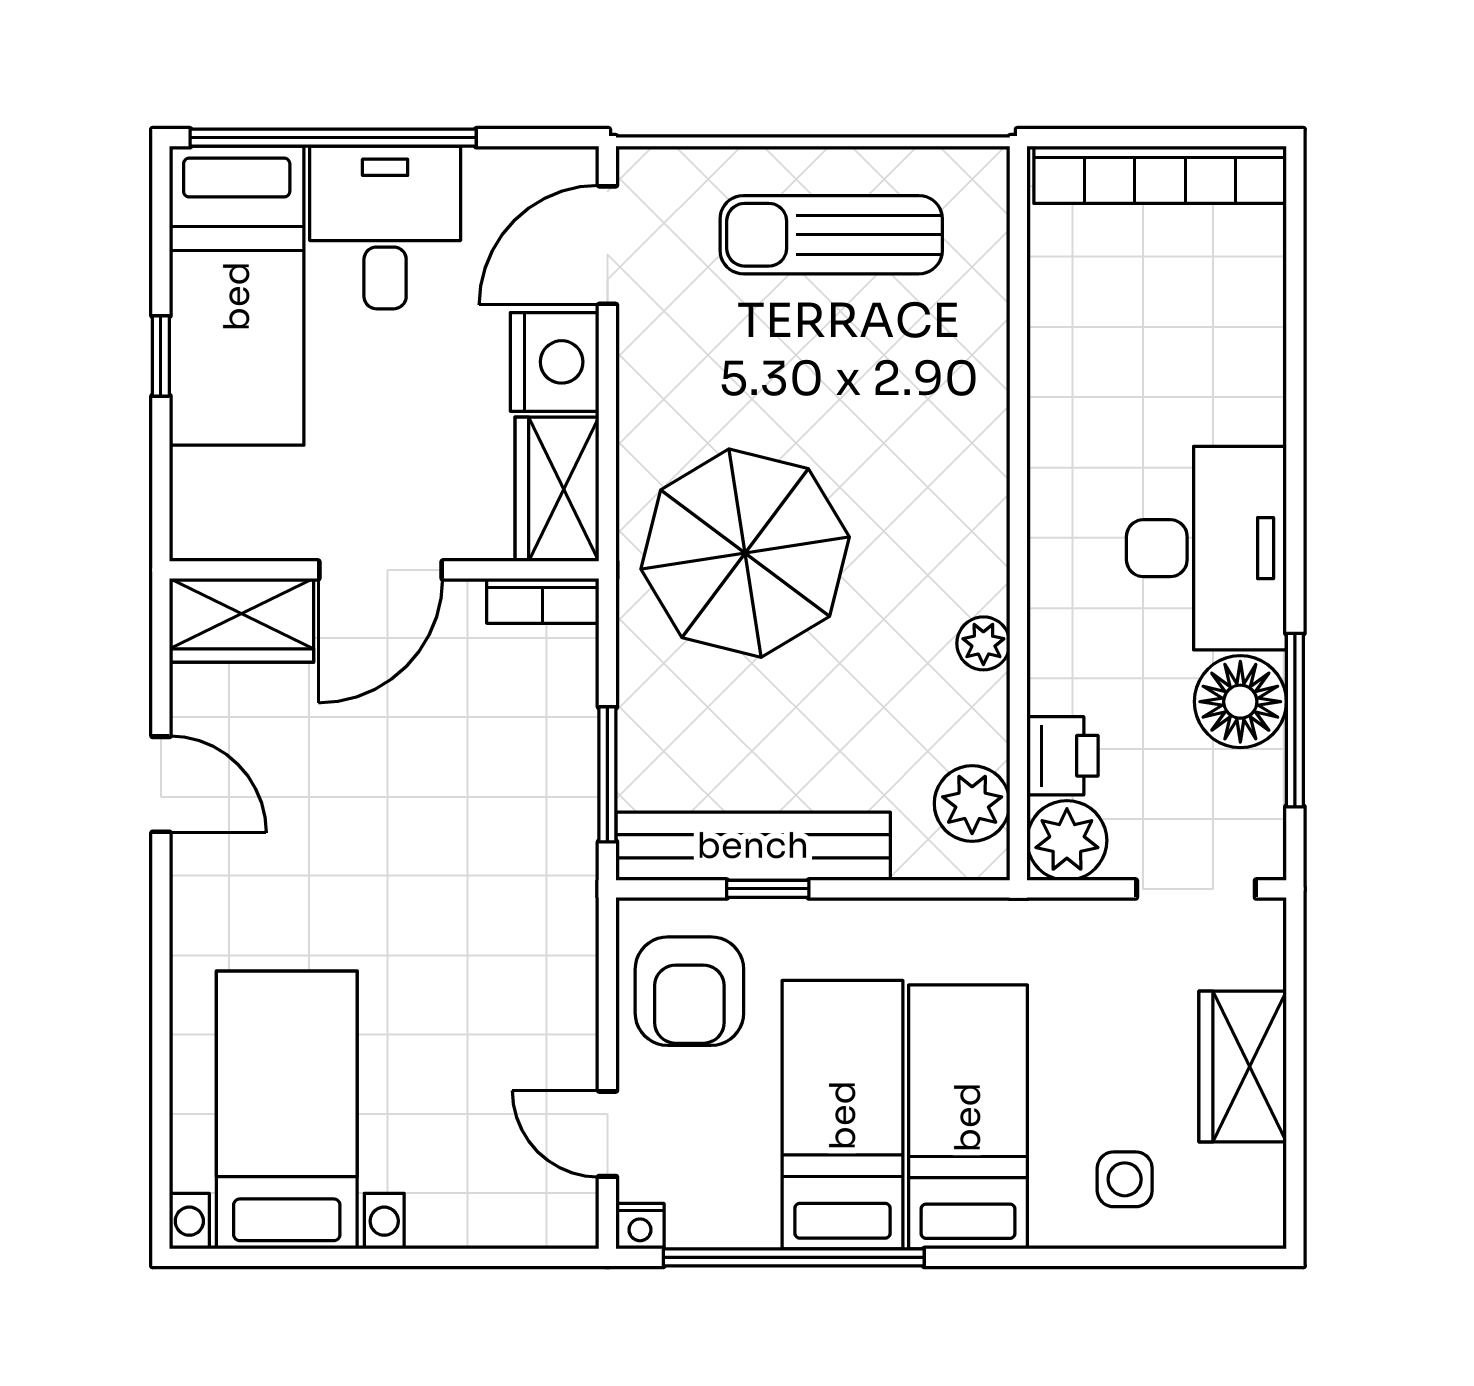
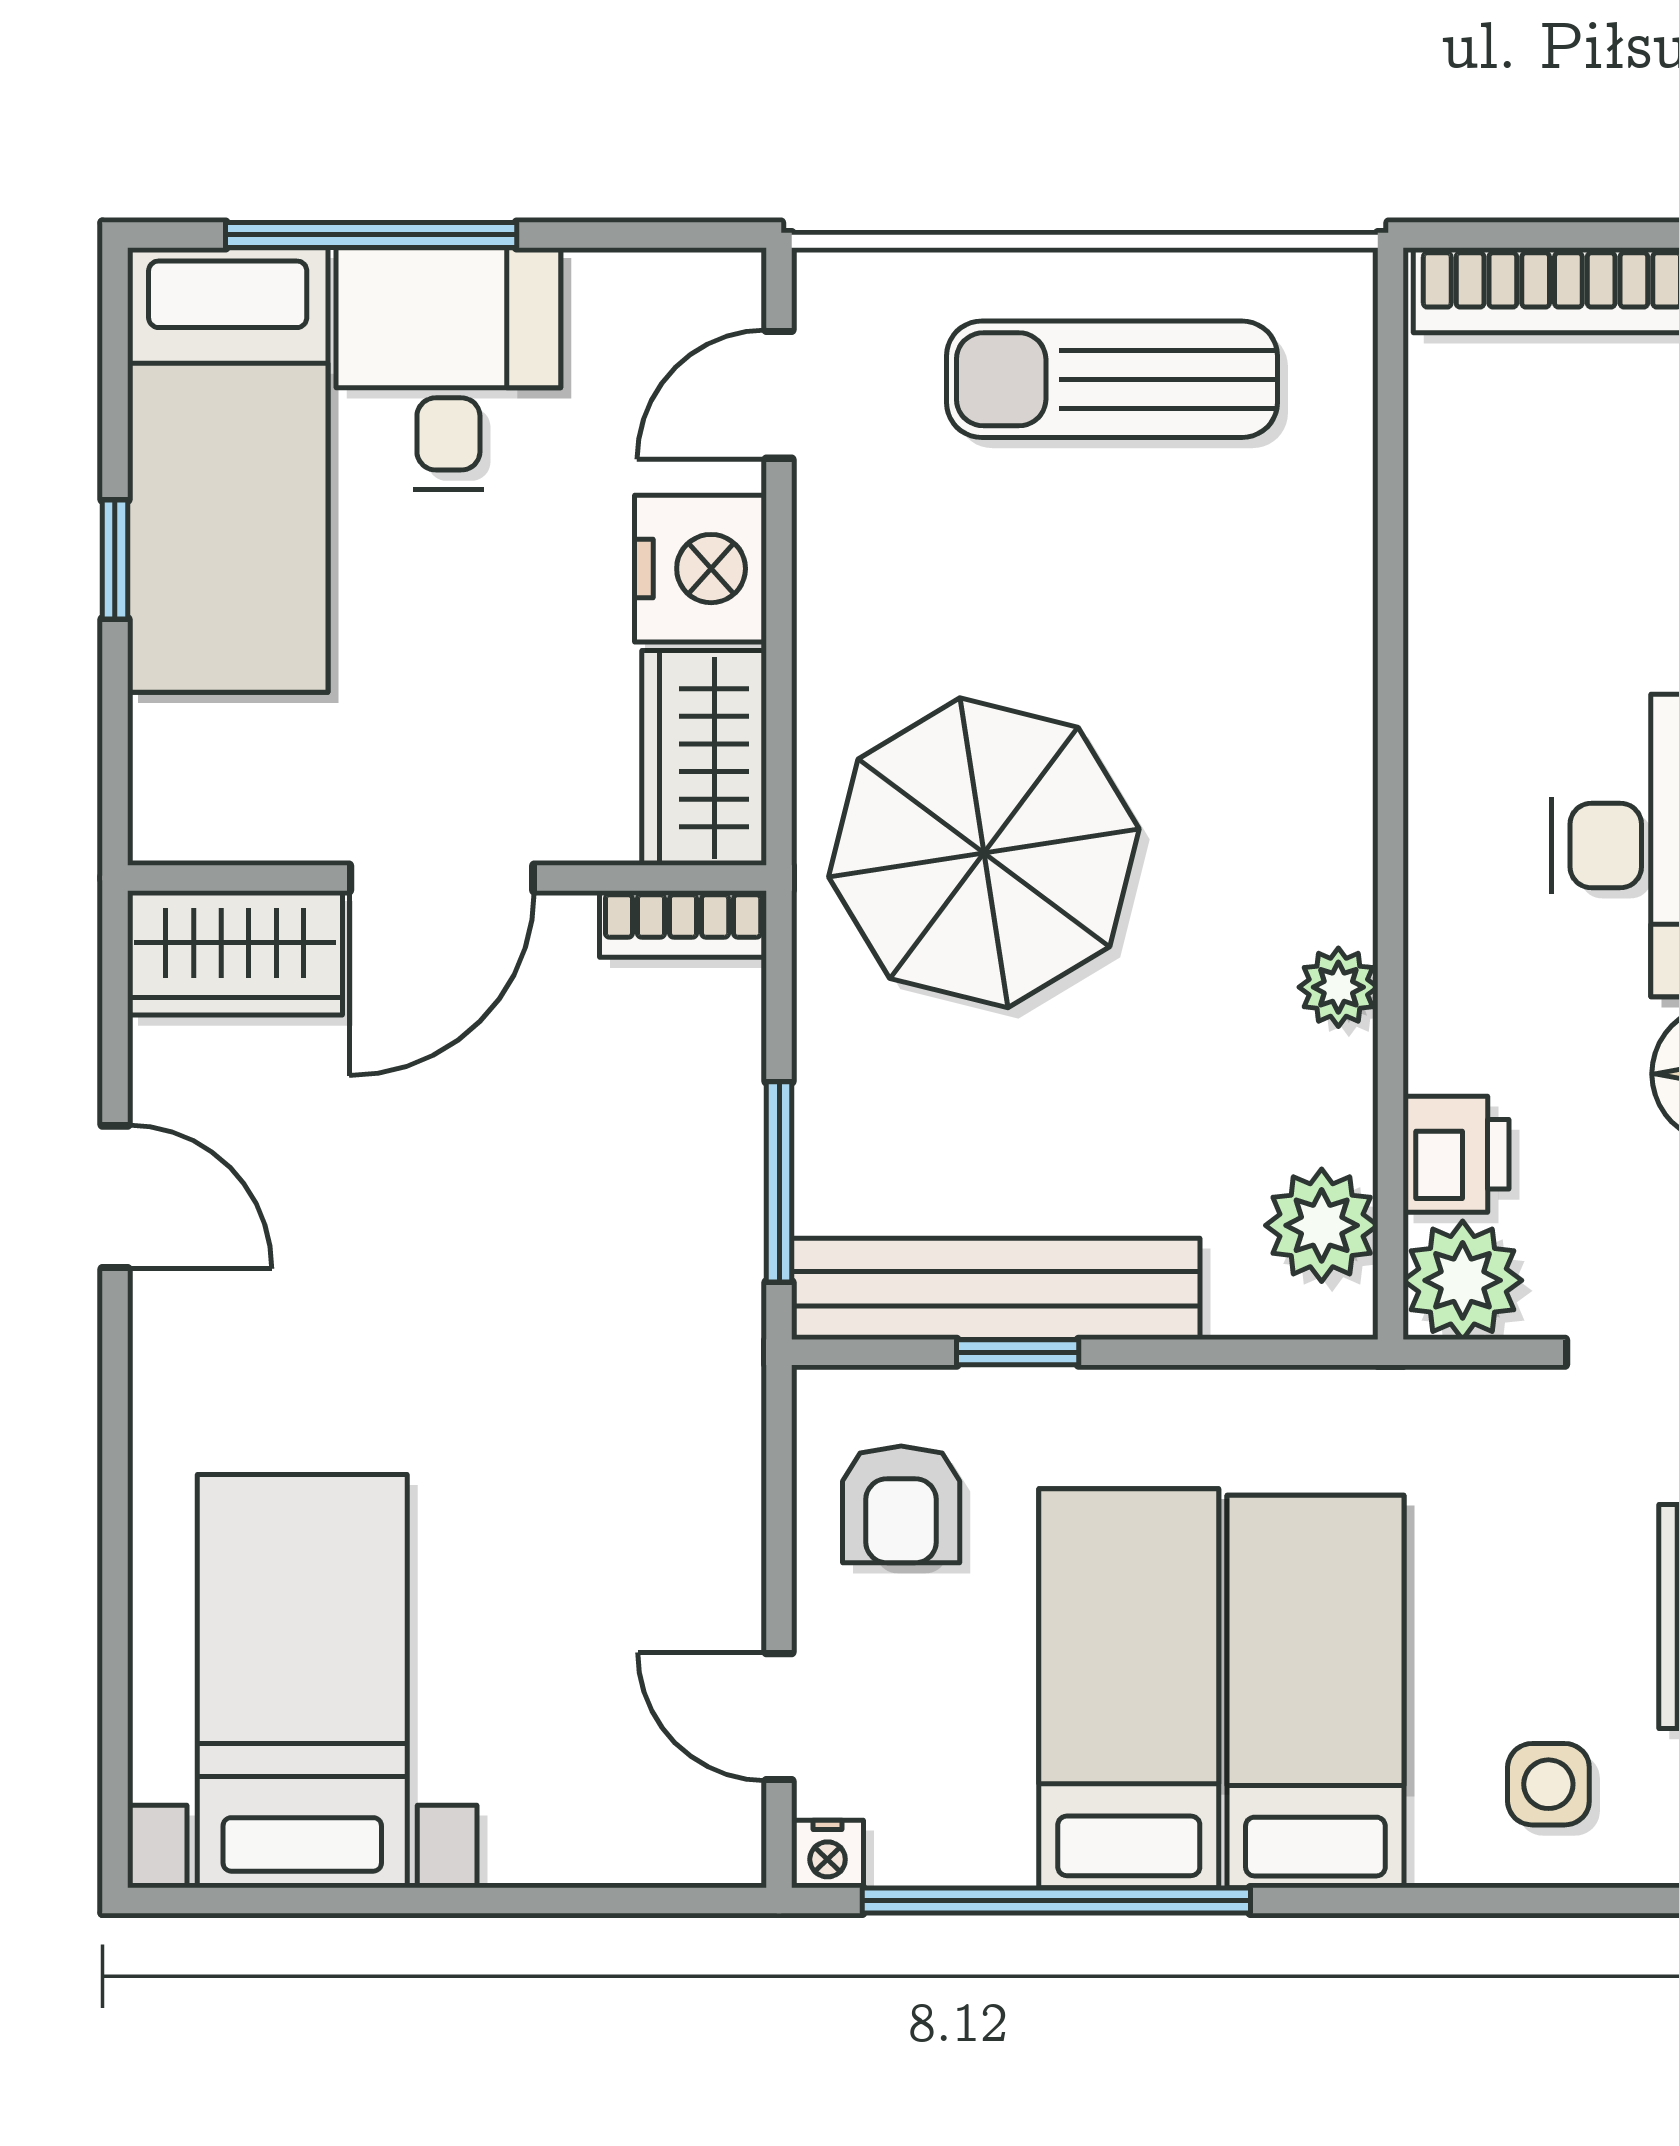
window: (333, 138) -> (371, 235), width x0.68
door: (607, 245) -> (779, 395), width x0.73
armchair: (689, 991) -> (901, 1504), width x0.72, depth x0.72

